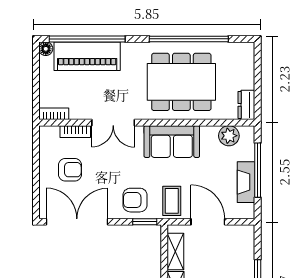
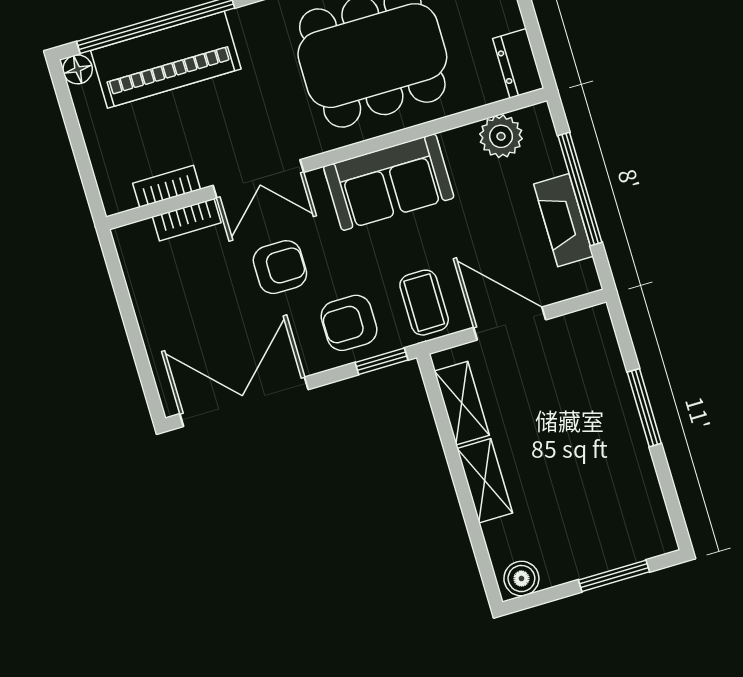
bookcase: (54, 114) -> (167, 186), moved
armchair: (70, 170) -> (280, 267), moved

